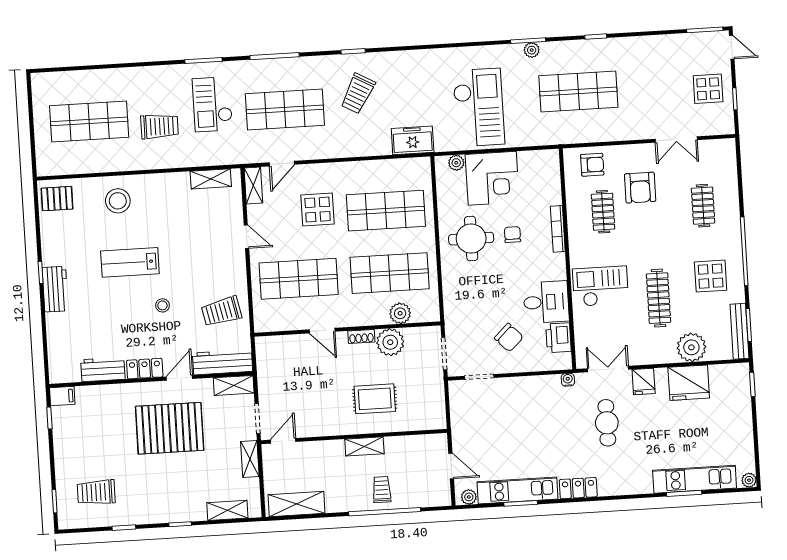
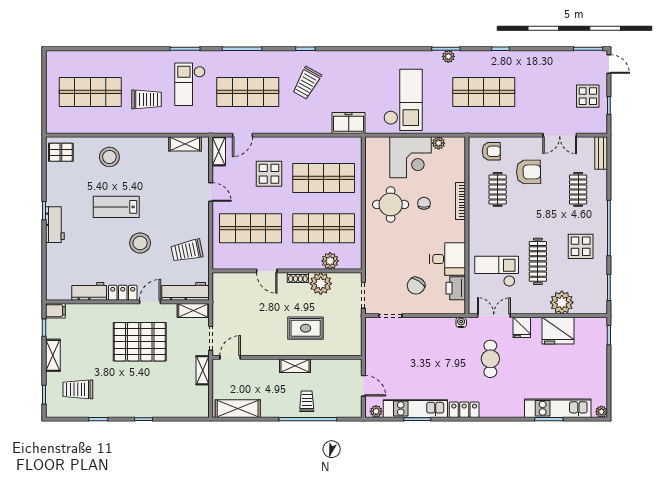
plant: (456, 163) -> (439, 143), moved
armchair: (640, 188) -> (528, 172), turned -91
checkout: (601, 286) -> (497, 271), moved
stool: (162, 305) -> (140, 243), width x1.89, depth x1.89
bench: (739, 331) -> (601, 153), moved, width x0.73
chair: (509, 338) -> (416, 286), turned 76
shelving: (227, 510) -> (53, 355), moved, turned 90

